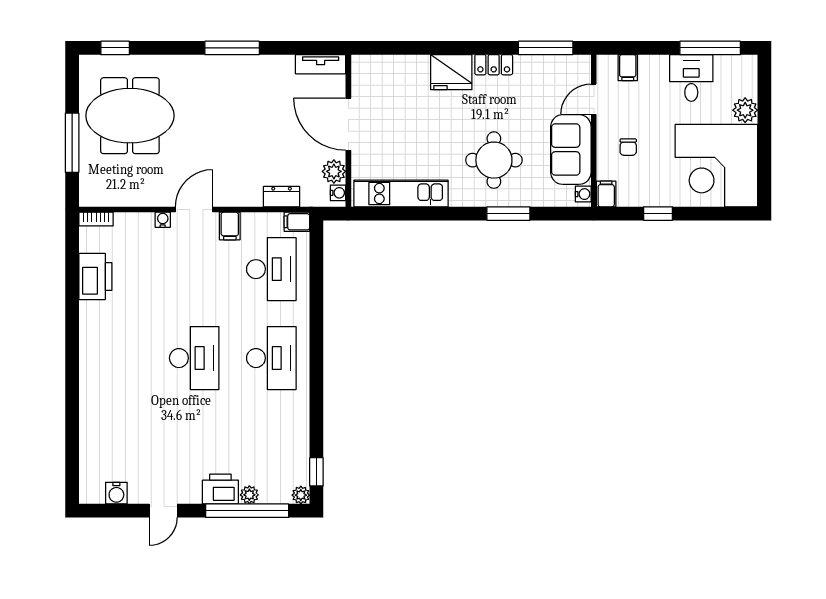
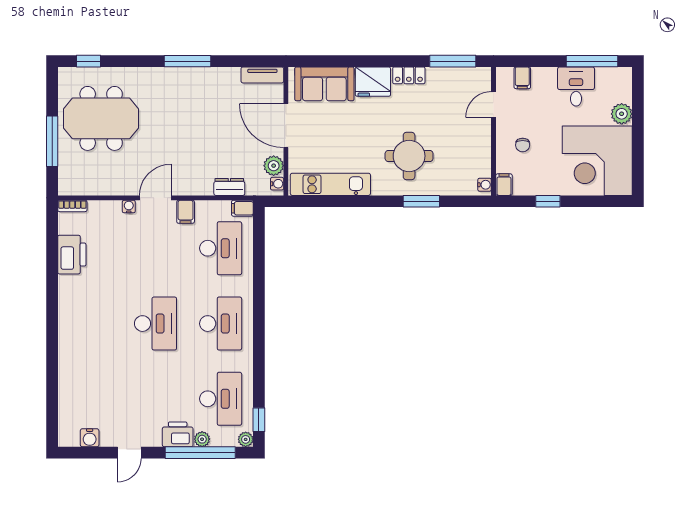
sofa: (571, 149) -> (324, 84), moved, turned -90
desk: (271, 447) -> (221, 399), added

